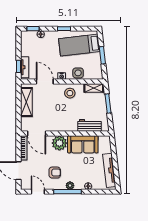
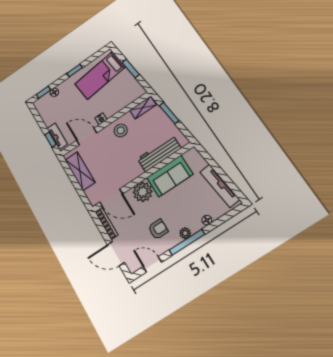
side table: (78, 73) -> (116, 104), removed
workbench: (90, 125) -> (159, 153), width x1.38

